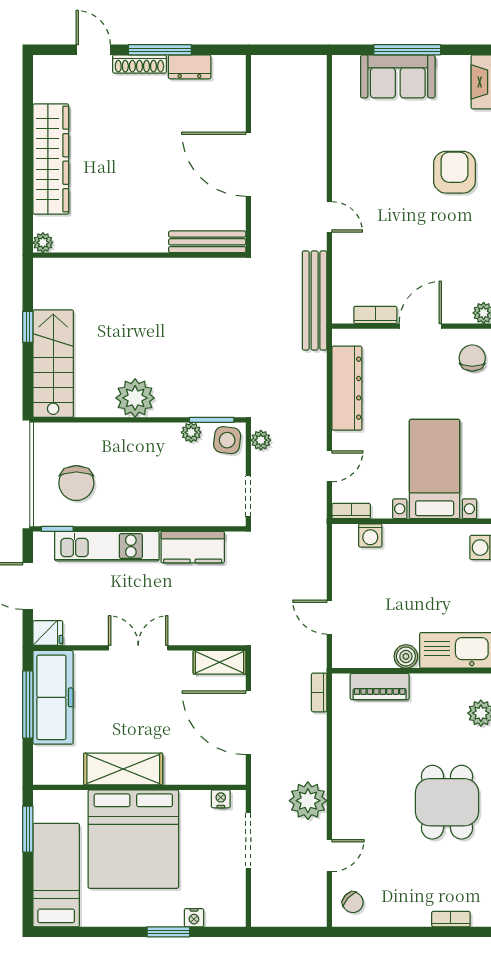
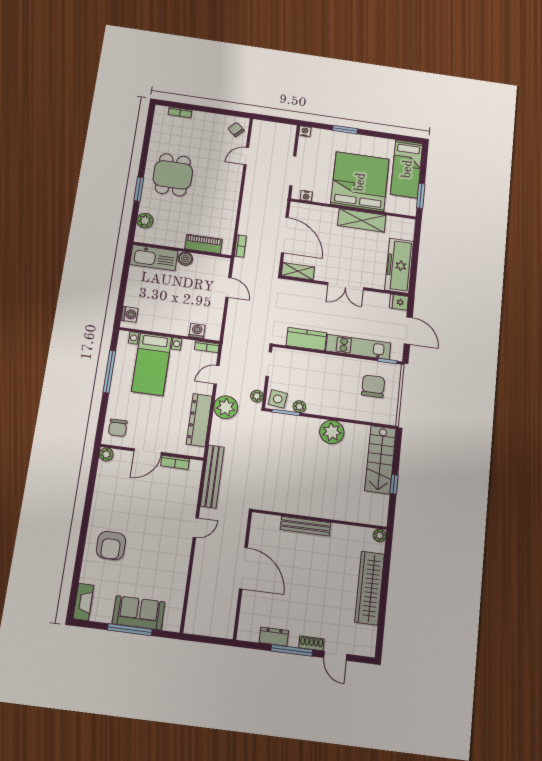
shoe rack: (139, 64) -> (311, 643), width x0.70
door: (329, 217) -> (196, 528), swing flipped
bench: (207, 242) -> (305, 526), moved
window: (28, 705) -> (414, 264), removed
plant: (308, 801) -> (226, 407), moved
nightstand: (194, 918) -> (305, 131), moved

